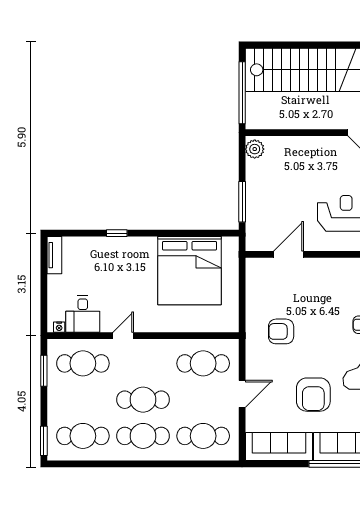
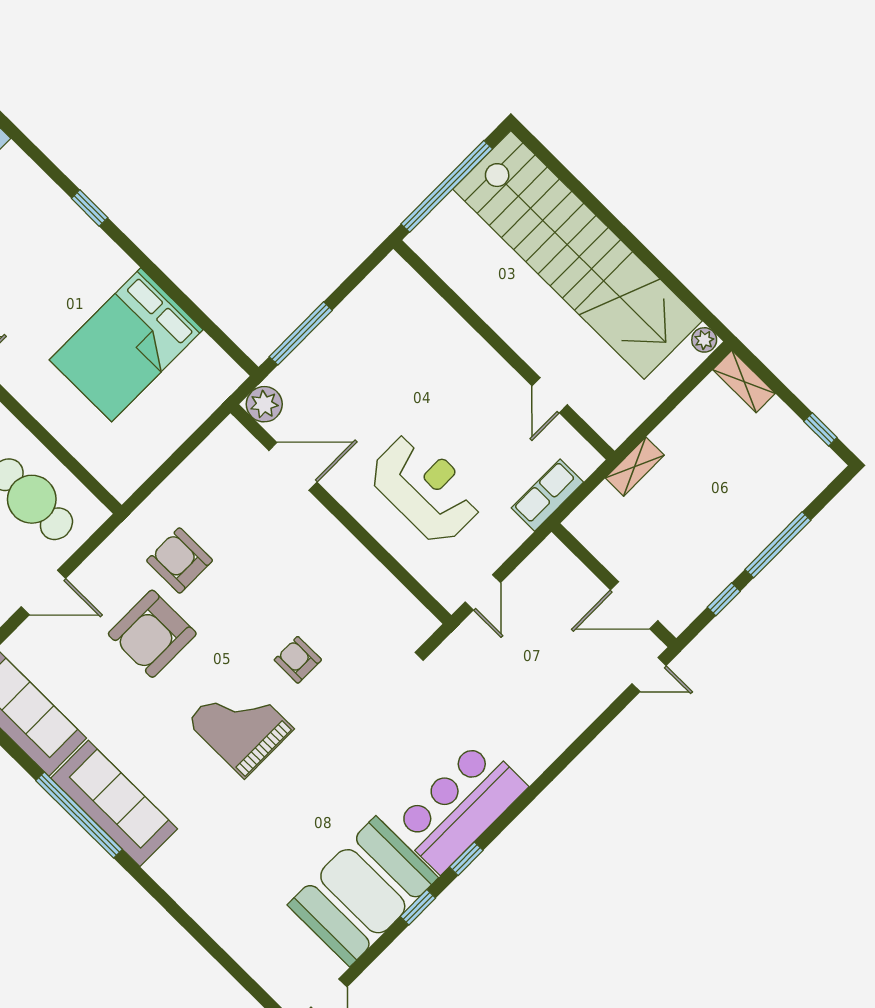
plant: (255, 149) -> (264, 404), moved
bed: (189, 271) -> (126, 345), width x0.73
armchair: (313, 395) -> (152, 634), moved

